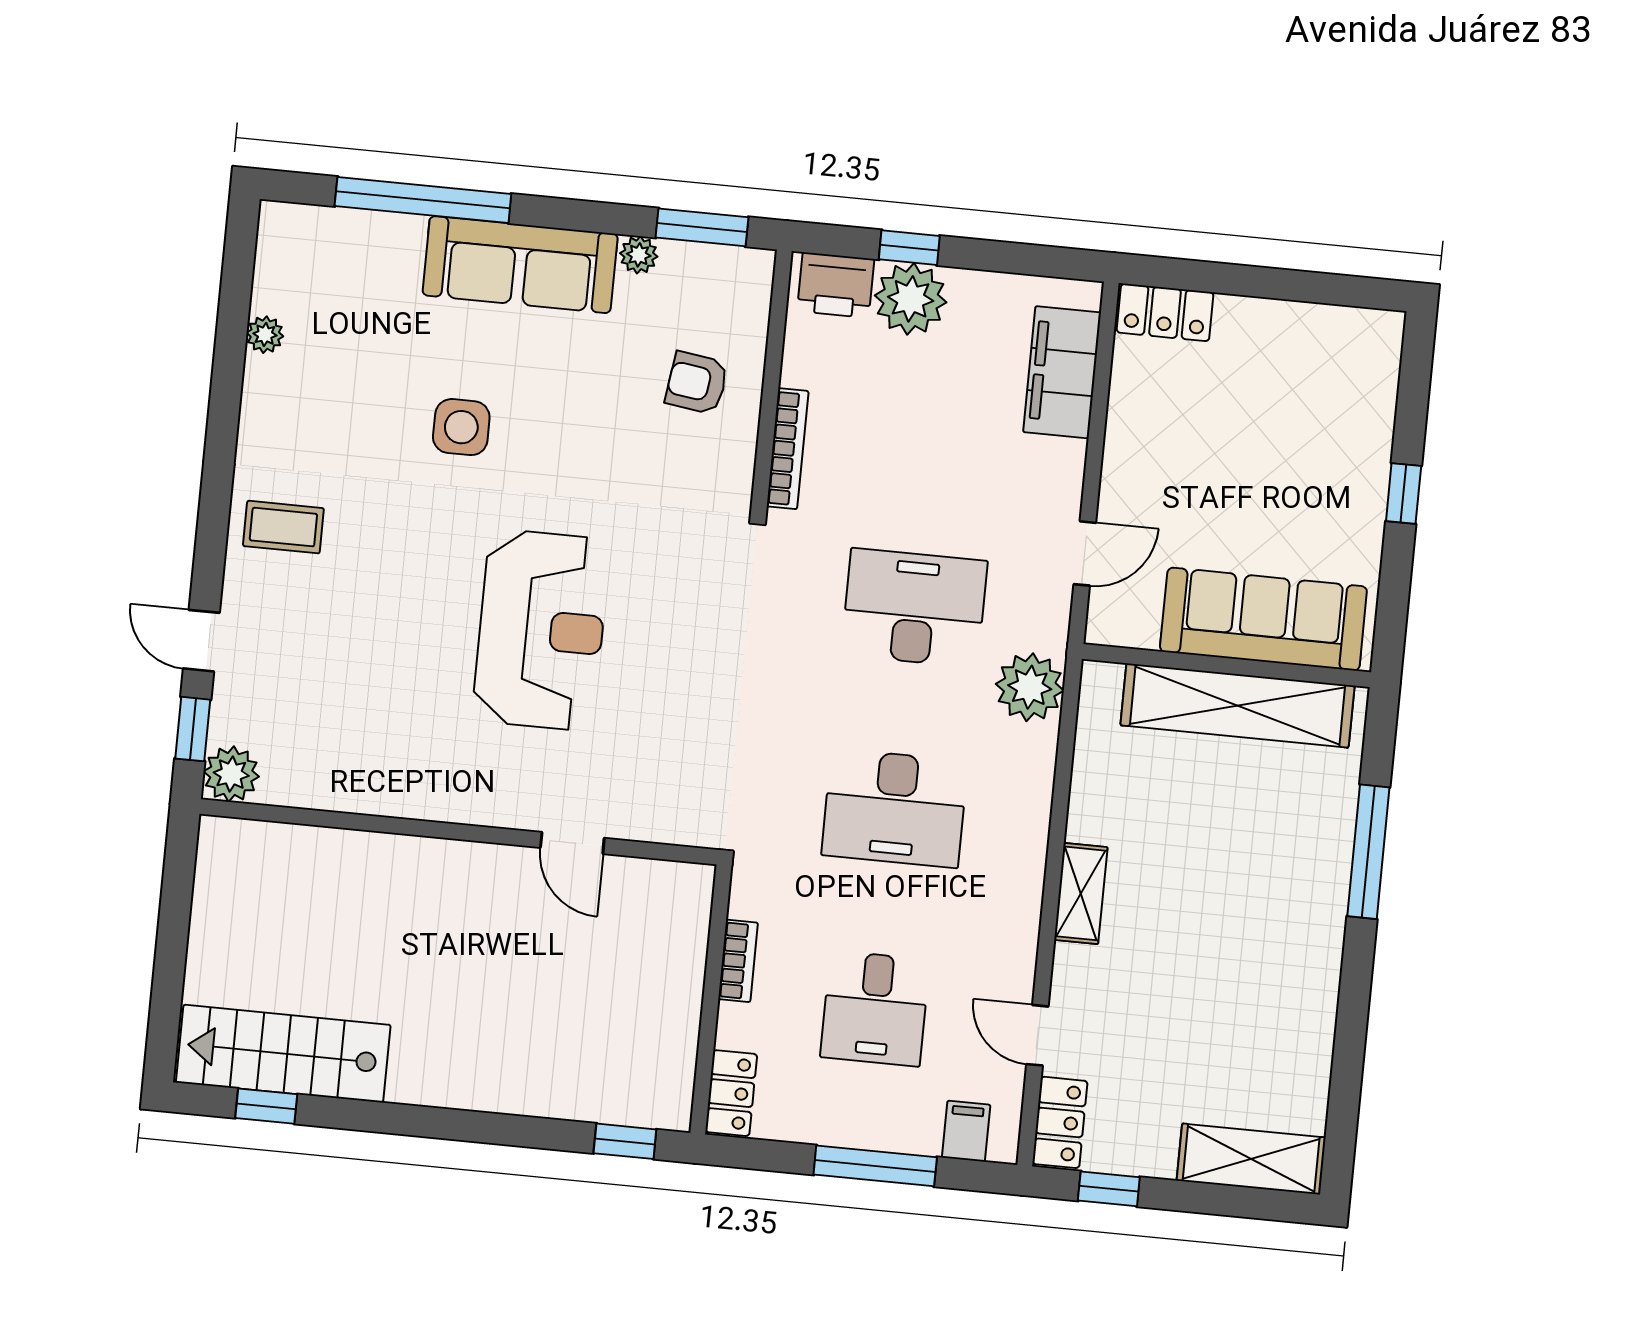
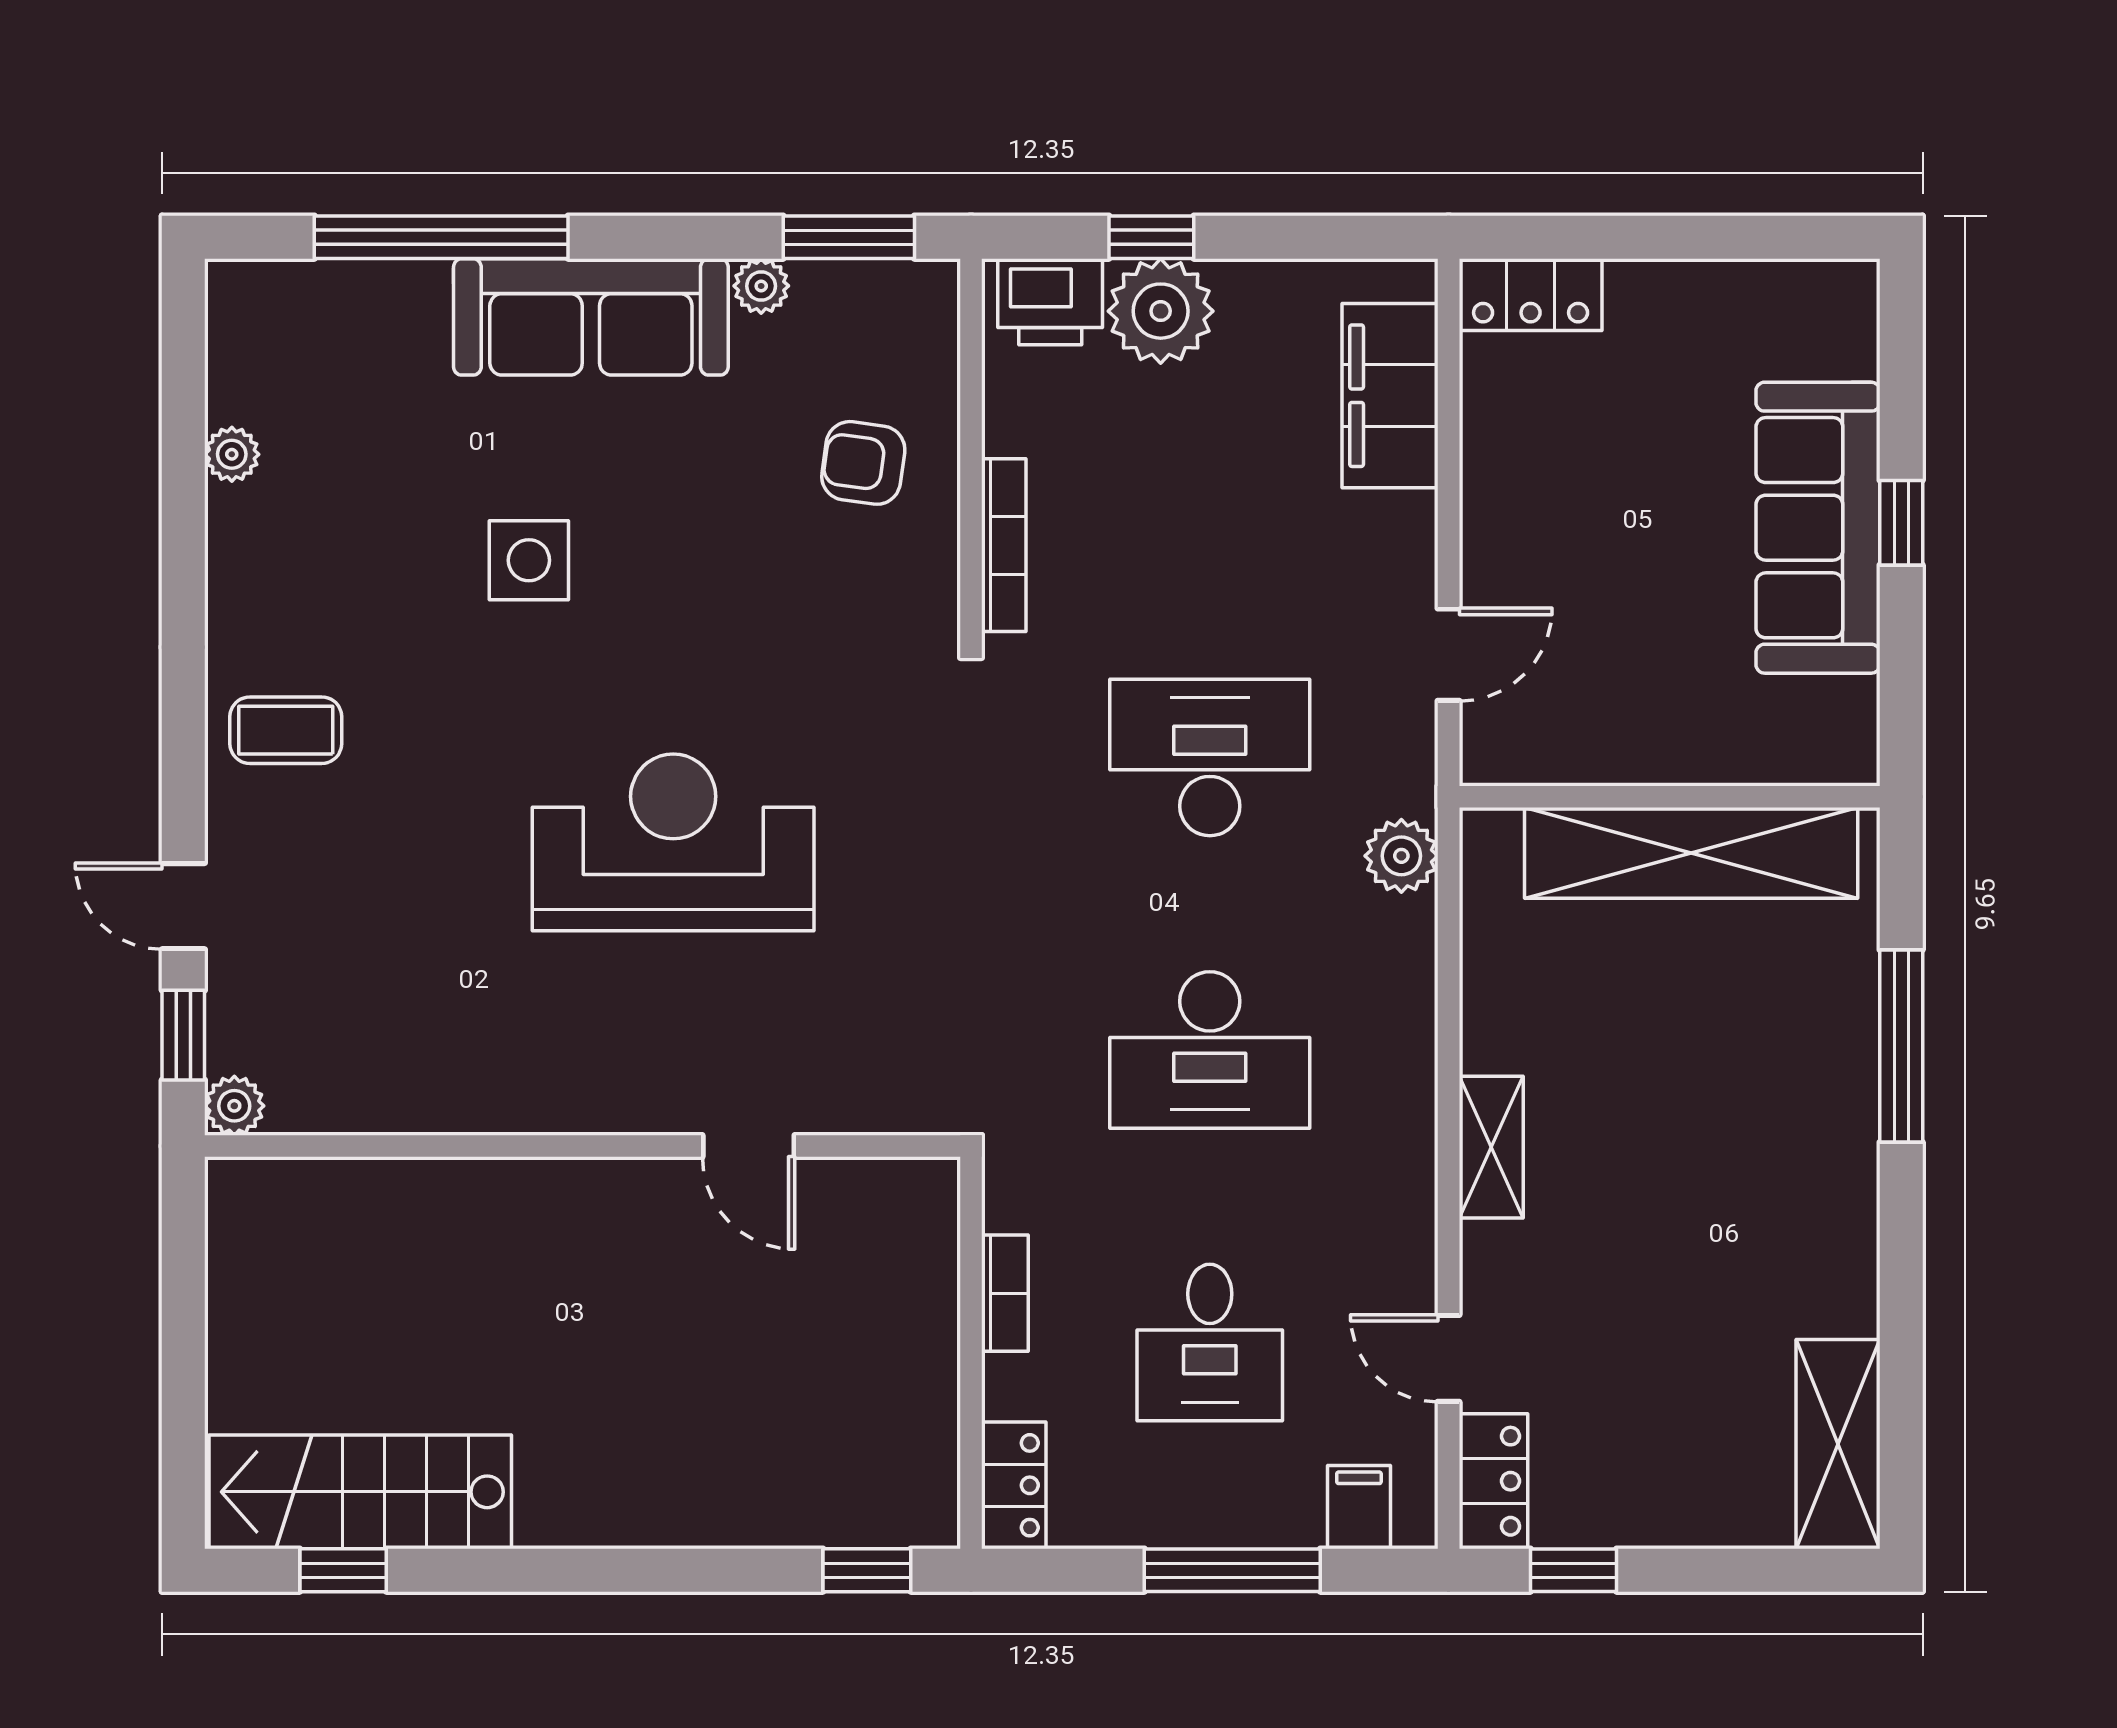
sofa: (1263, 619) -> (1818, 528), moved, turned -90
reception desk: (541, 630) -> (673, 842), turned -90
plant: (1030, 687) -> (1401, 856), width x0.73, depth x0.73
plant: (231, 774) -> (234, 1106), width x0.73, depth x0.73
shelving: (1251, 1159) -> (1838, 1444), moved, turned 90

